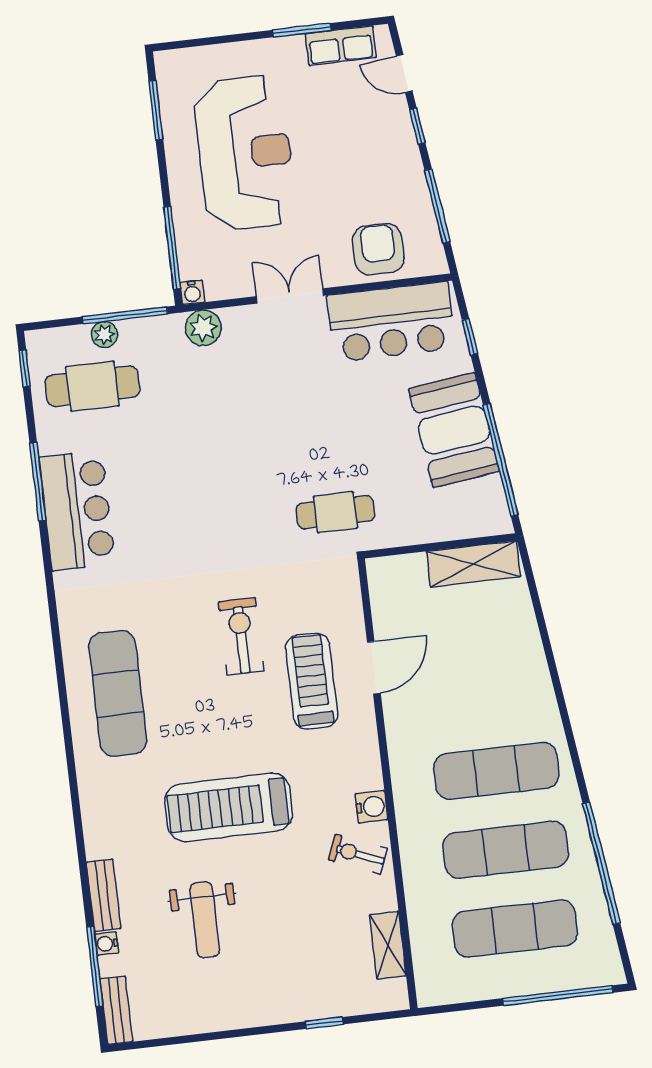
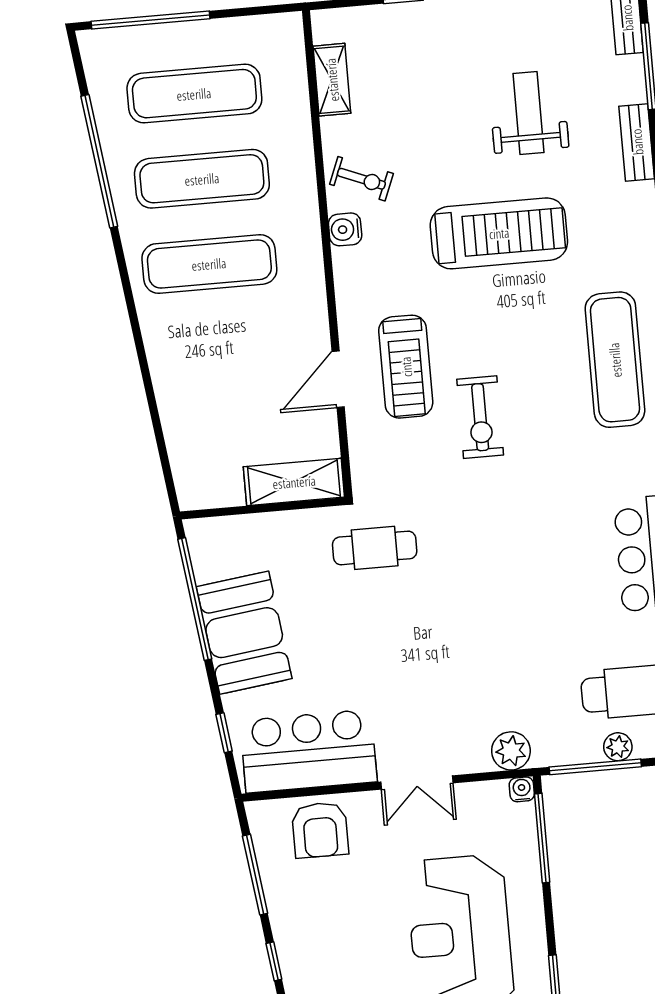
shelving: (474, 564) -> (294, 482), moved
water cooler: (107, 944) -> (635, 90), removed

